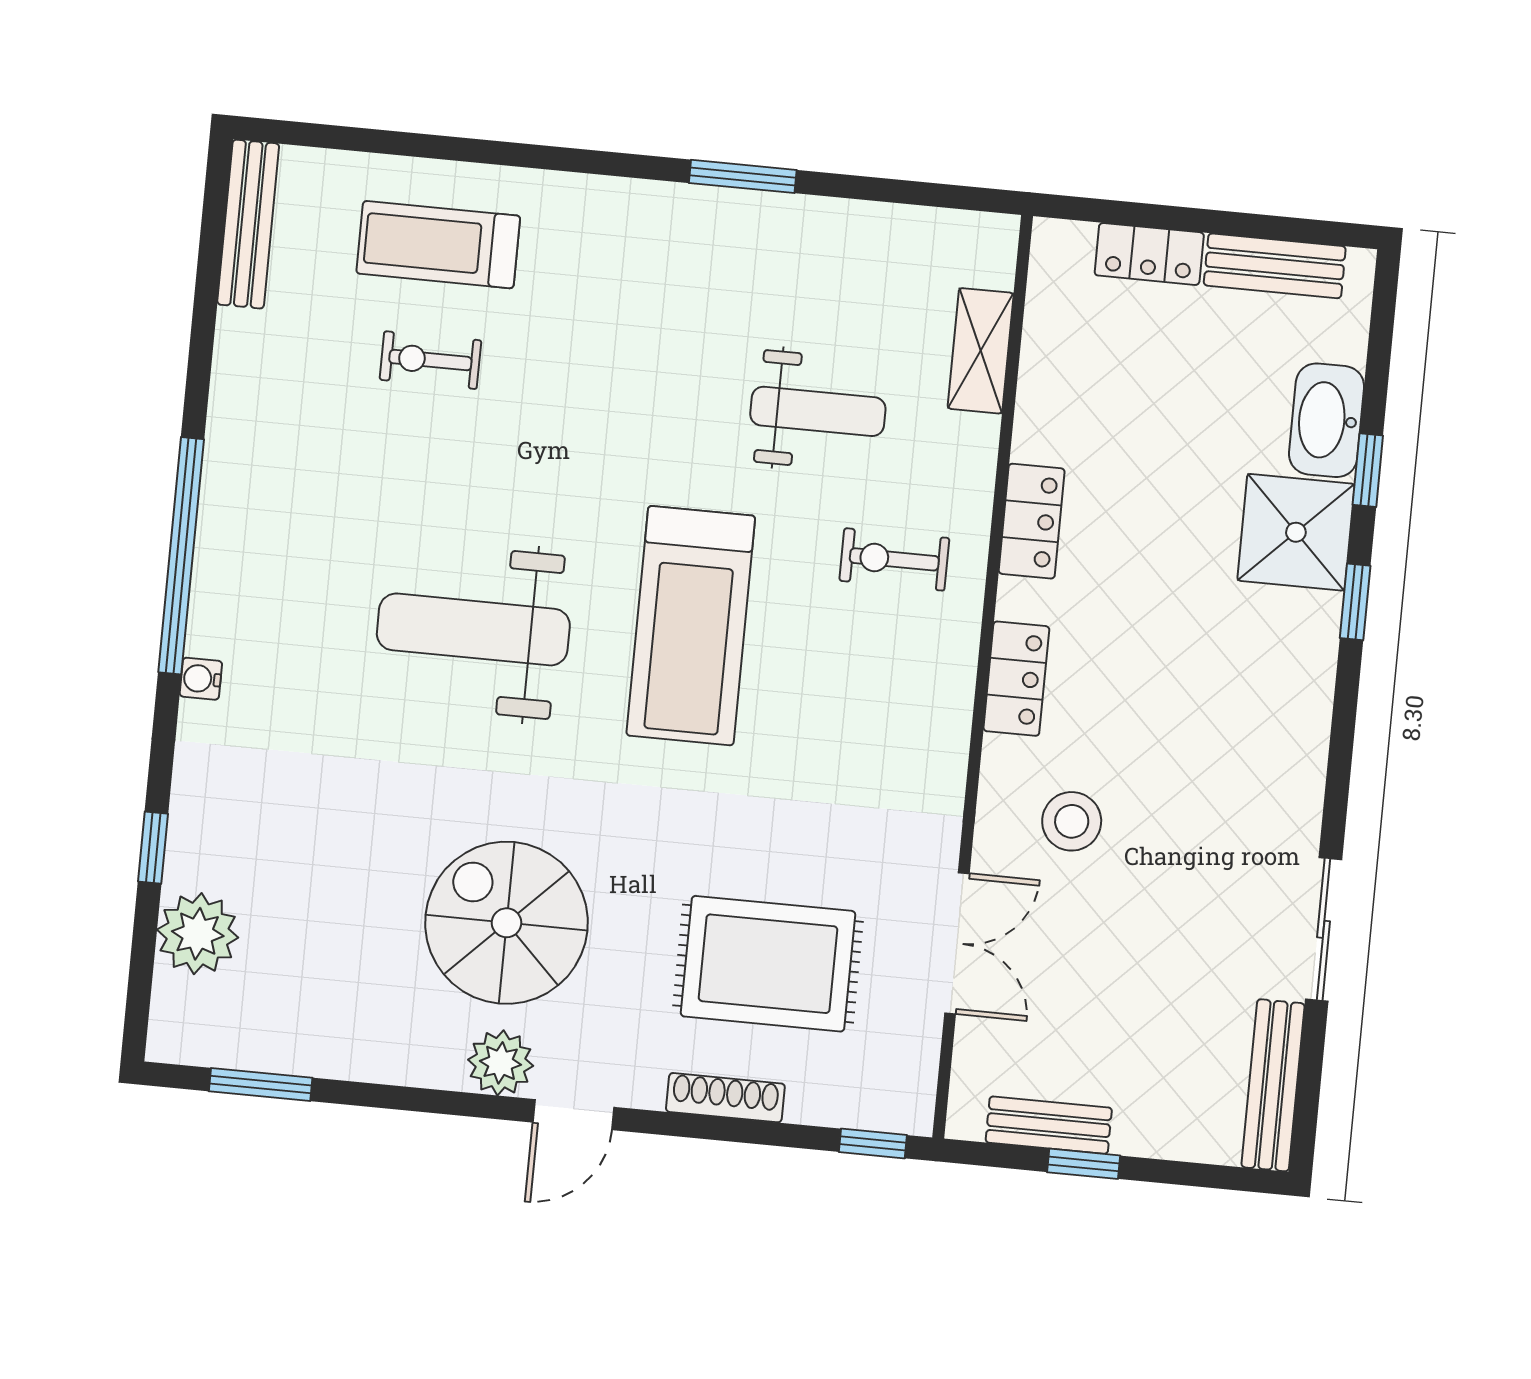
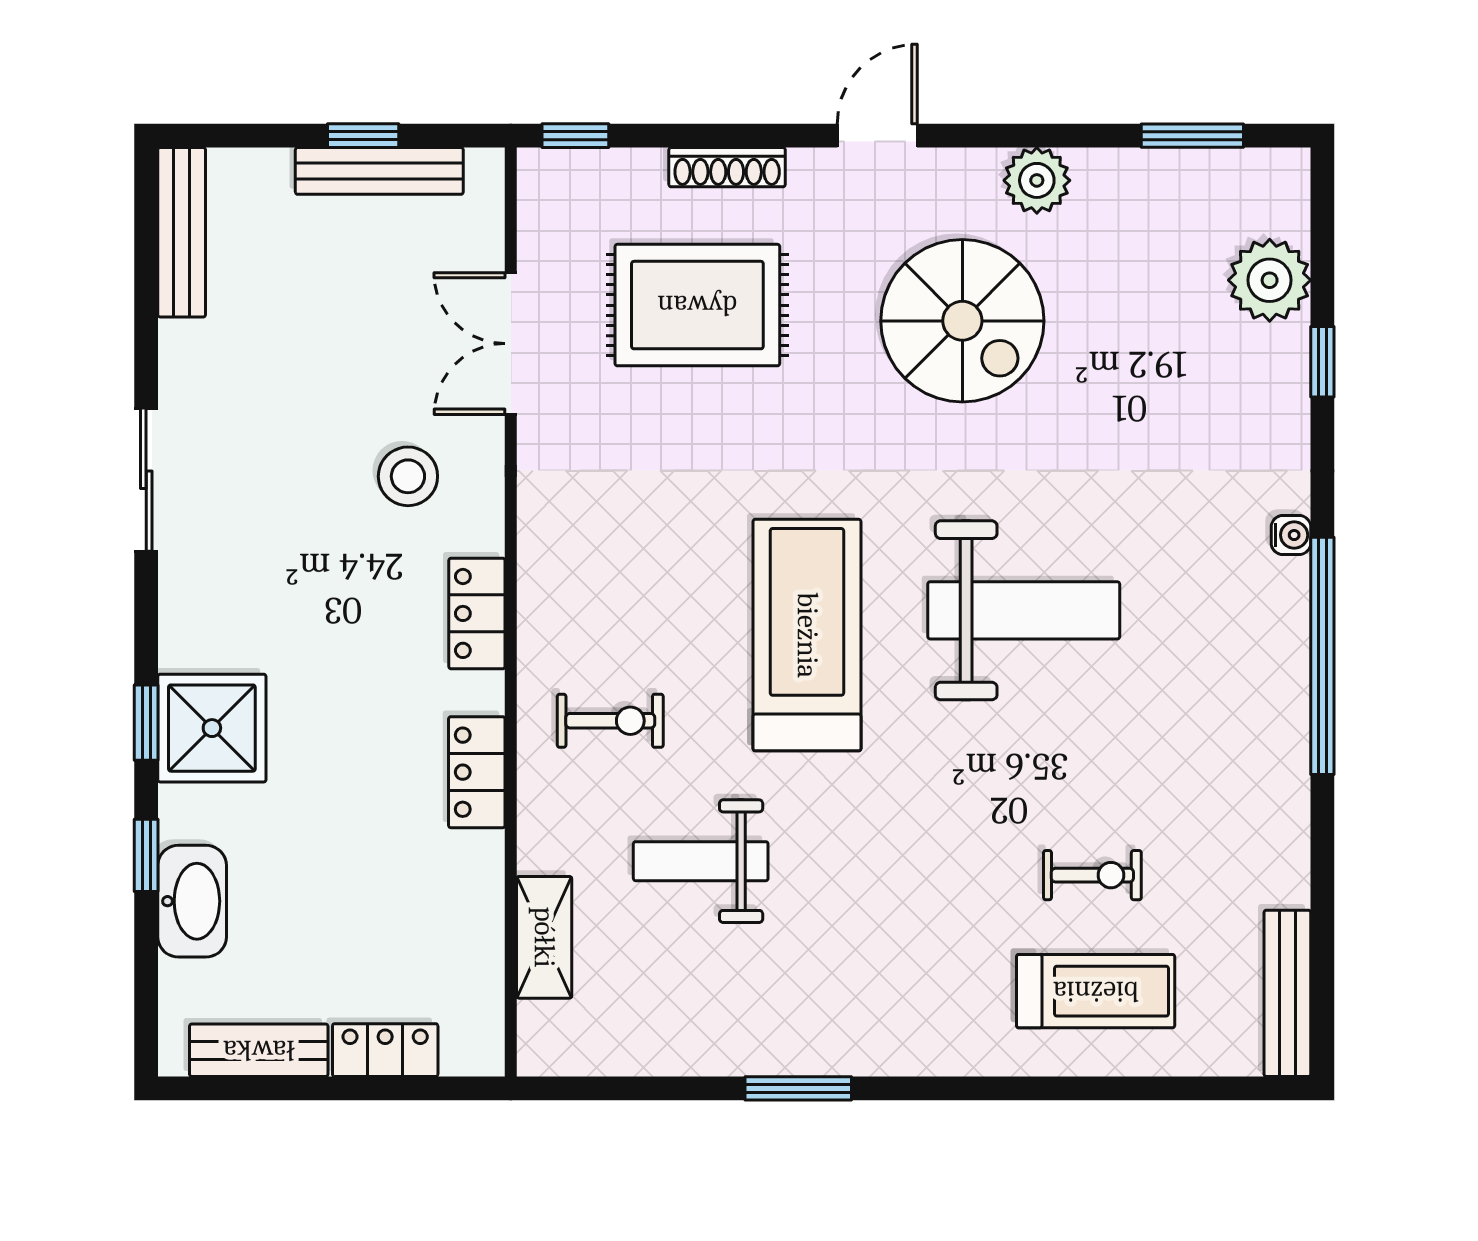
shower: (1296, 532) -> (212, 728), moved
sliding door: (1324, 929) -> (146, 480), moved
plant: (501, 1063) -> (1037, 180), moved
bench: (1049, 1125) -> (379, 171), width x1.36

